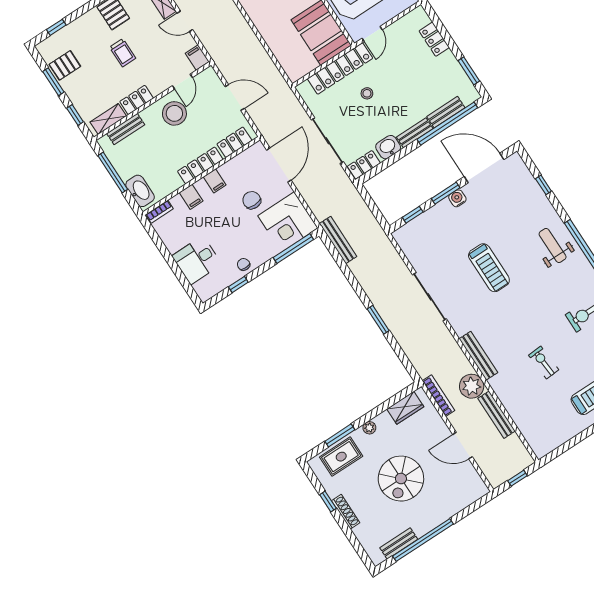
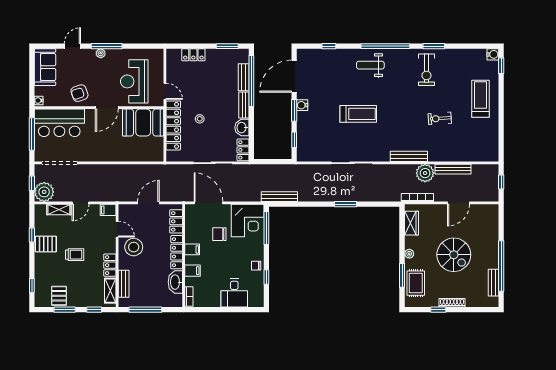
washbasin: (140, 191) -> (175, 282), moved, turned -90

